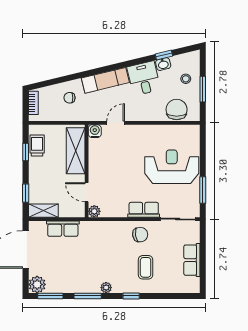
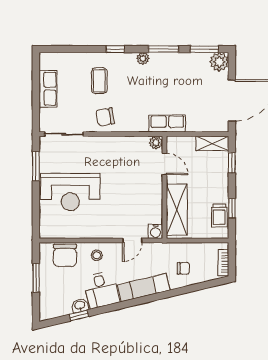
stool: (186, 79) -> (97, 255), moved
row of seats: (144, 210) -> (101, 144), removed
row of seats: (63, 229) -> (167, 124), moved

